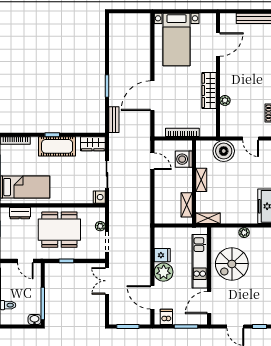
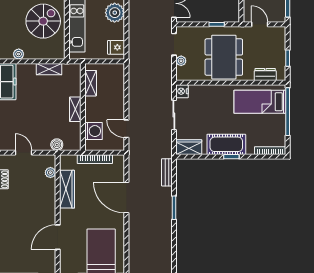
door: (218, 45) -> (58, 237), moved
wardrobe: (209, 90) -> (67, 189), moved
door: (152, 96) -> (126, 198), swing flipped
plant: (225, 100) -> (50, 173), moved
boiler: (224, 151) -> (57, 145), width x0.54, depth x0.54
shelving: (208, 218) -> (49, 69), moved
dining table: (59, 230) -> (224, 57), turned 90
plant: (244, 233) -> (19, 54), moved
fridge: (162, 255) -> (116, 47), moved

